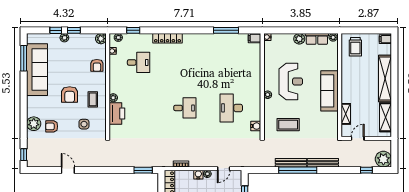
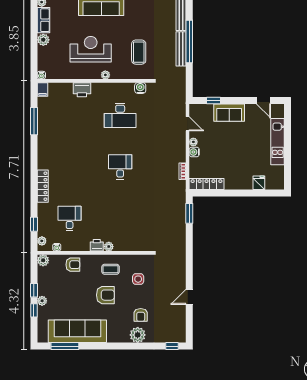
printer: (254, 74) -> (82, 90), added
printer: (117, 113) -> (97, 245), moved, width x0.53, depth x0.68

